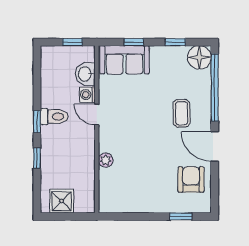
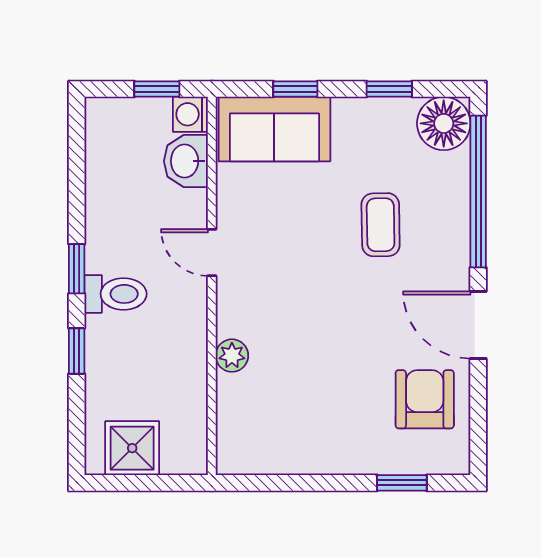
washing machine: (87, 95) -> (190, 114), moved
coffee table: (182, 113) -> (381, 225), moved
toilet: (54, 117) -> (115, 294), moved

